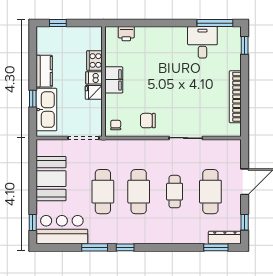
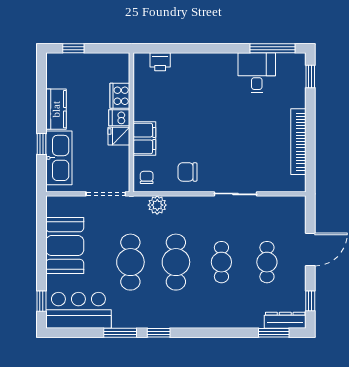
filing cabinet: (114, 80) -> (144, 138), moved
plant: (124, 147) -> (157, 205), added
cafe table: (210, 192) -> (267, 262), width x0.73, depth x0.74

